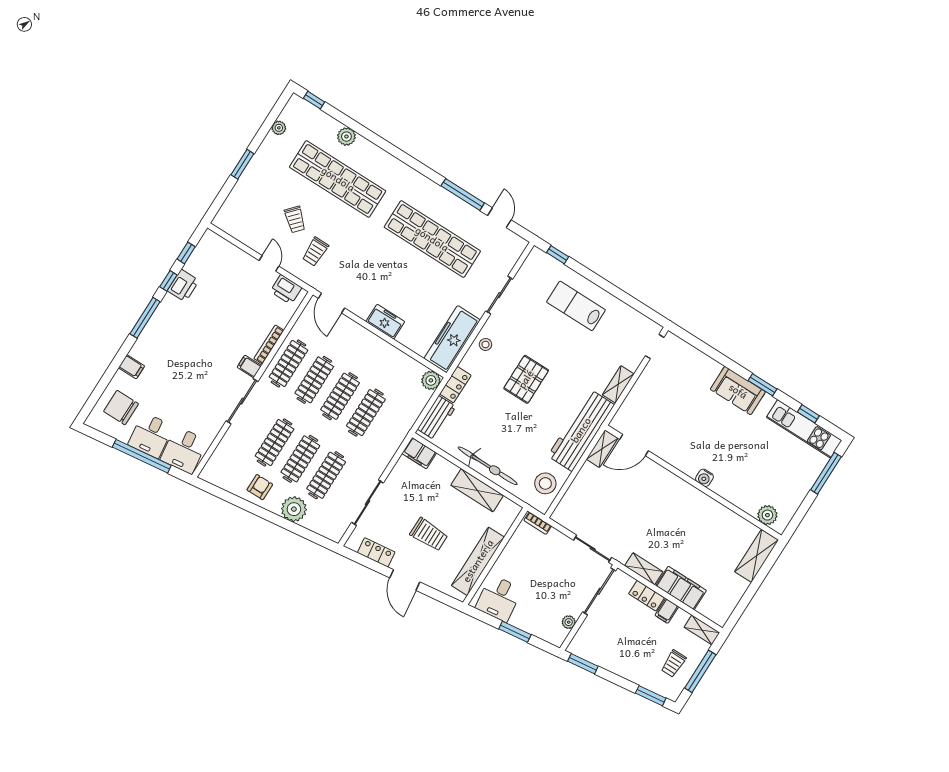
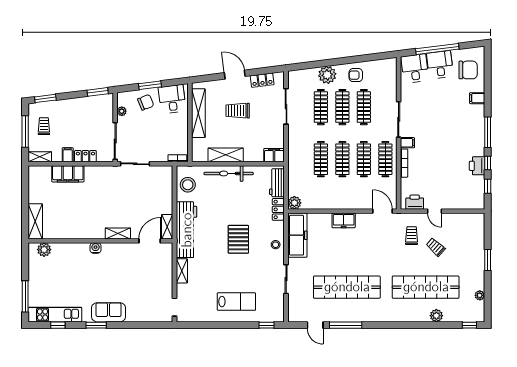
armchair: (260, 487) -> (356, 75), turned 90
shelving: (644, 569) -> (118, 233), moved
chair: (533, 615) -> (146, 102), added

